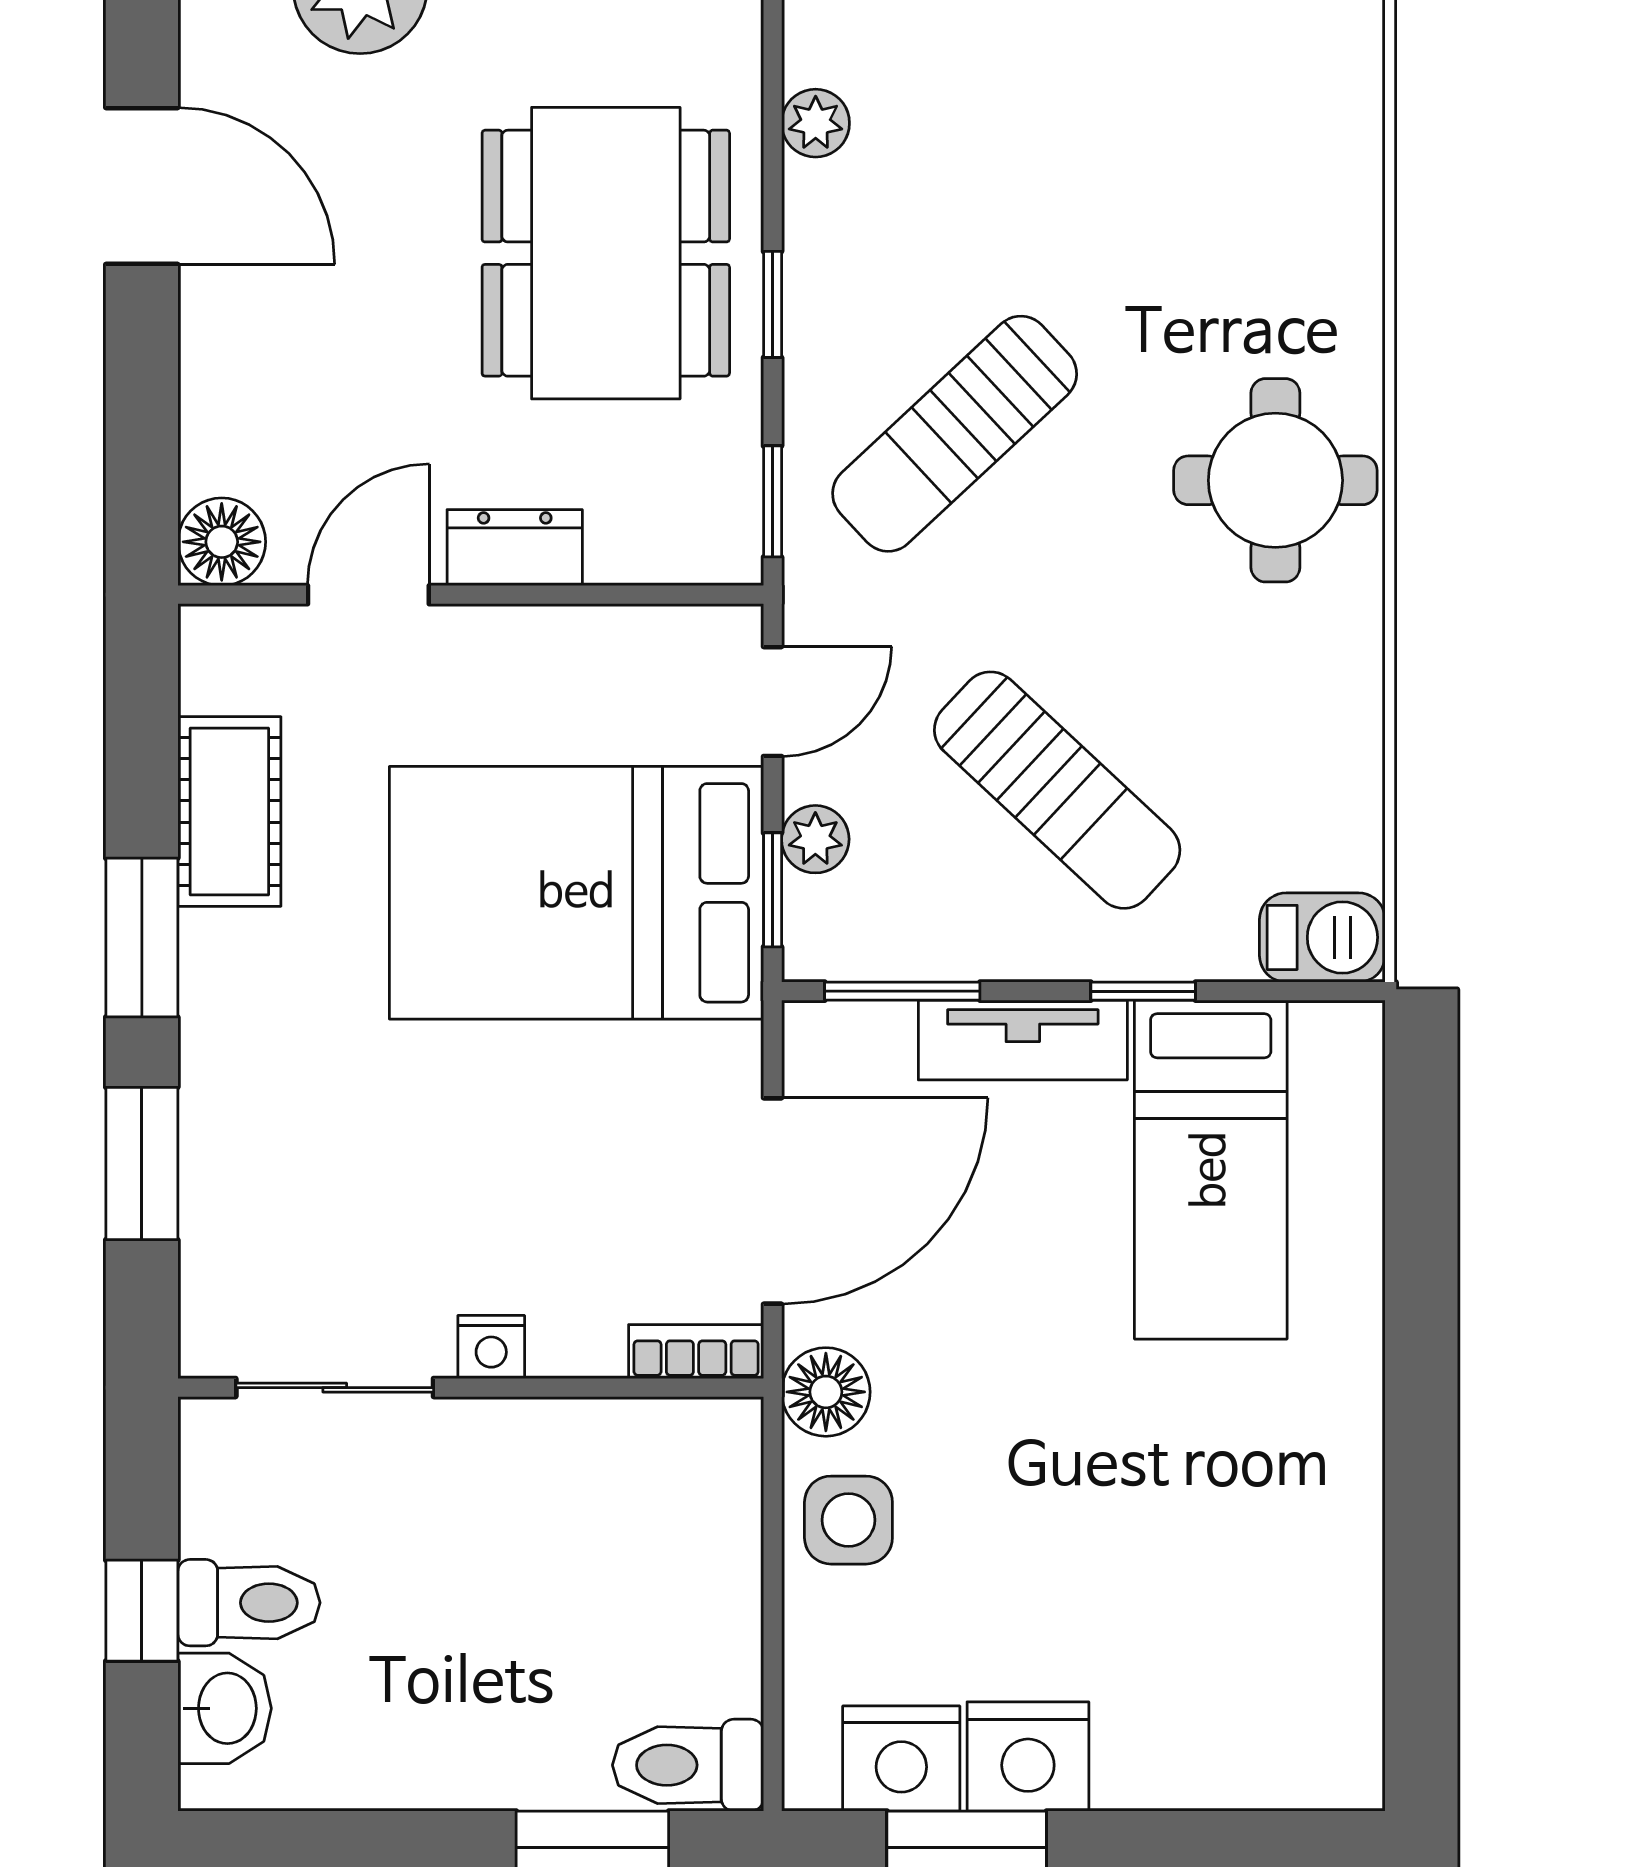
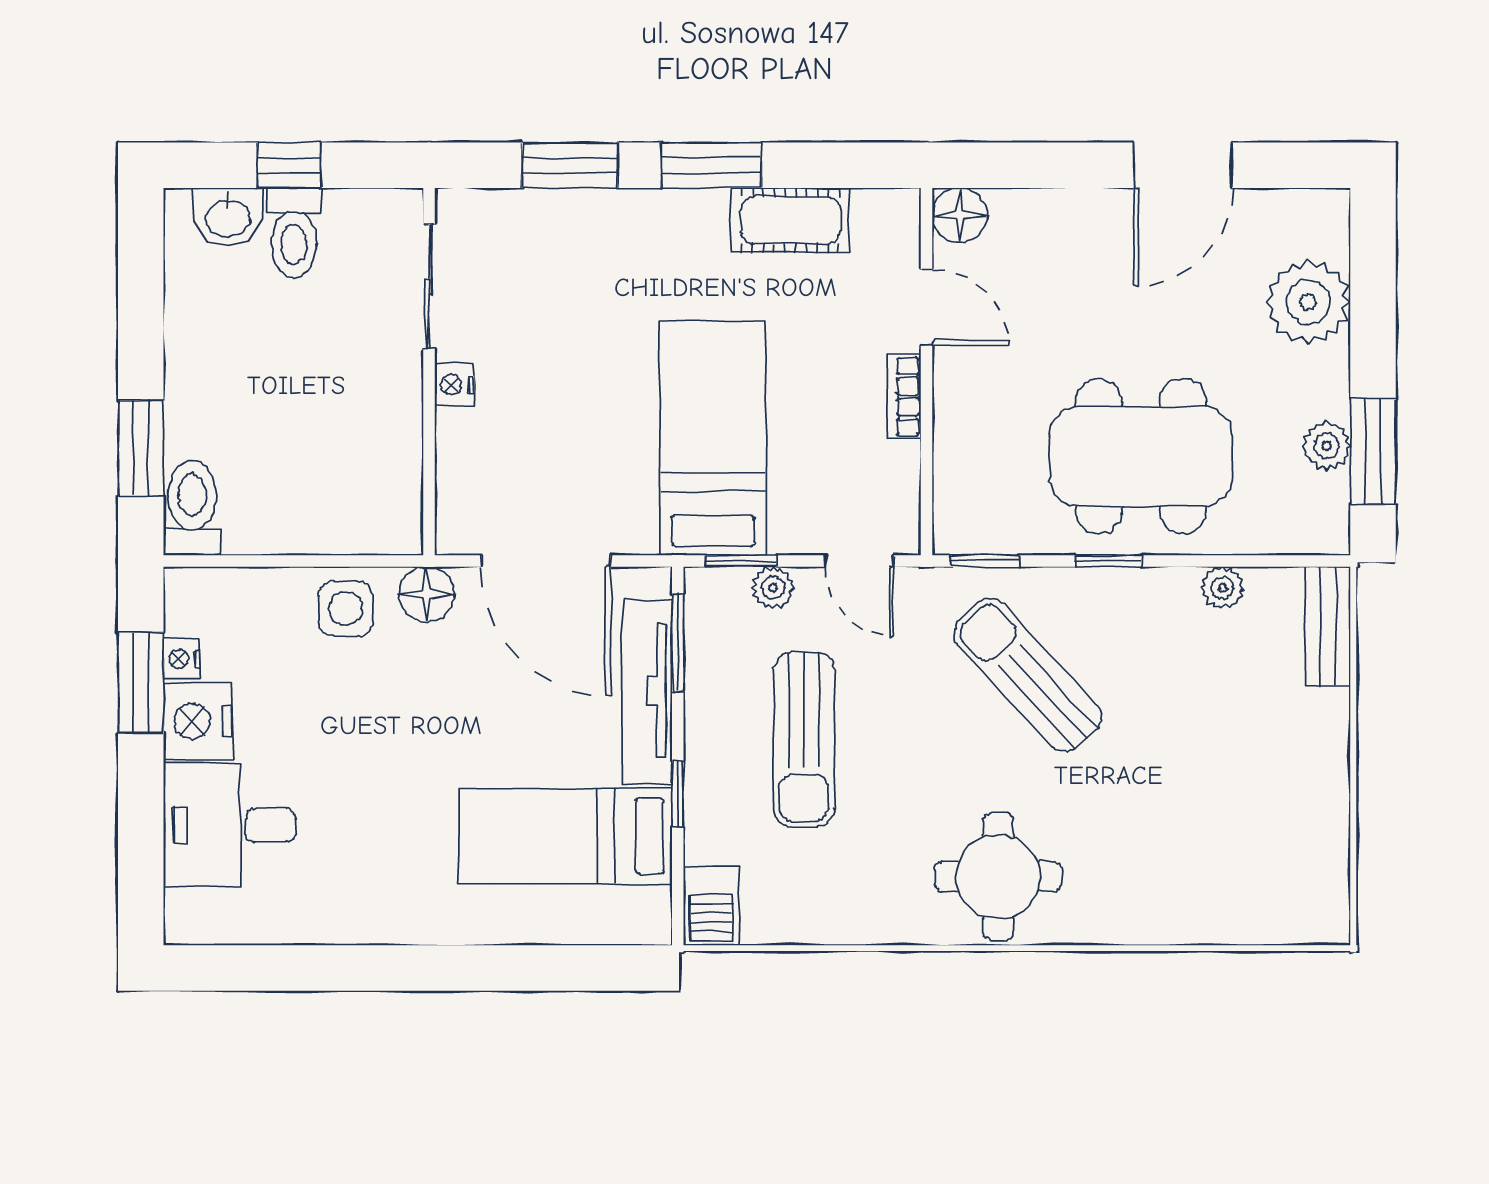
dresser: (515, 548) -> (956, 399), removed
sun lounger: (1057, 790) -> (804, 740), turned -43
bed: (576, 893) -> (713, 438), width x0.67
tv unit: (1023, 1040) -> (647, 691), width x1.41
bookcase: (696, 1352) -> (904, 397), moved, turned 180
desk: (1194, 1705) -> (230, 825), added
nightstand: (901, 1758) -> (182, 659), width x0.53, depth x0.56

